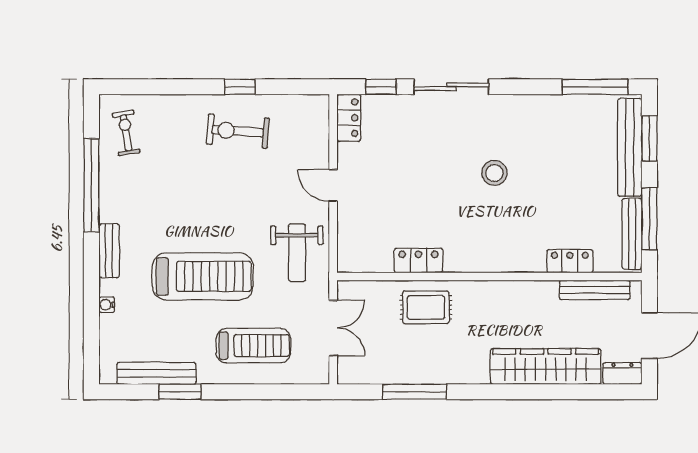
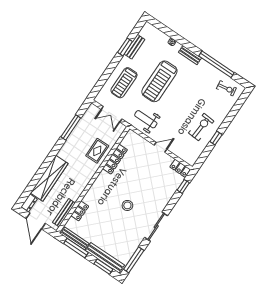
sliding door: (451, 87) -> (156, 227), moved
locker: (418, 260) -> (115, 159), width x1.53
bench: (156, 373) -> (134, 47), width x0.73

